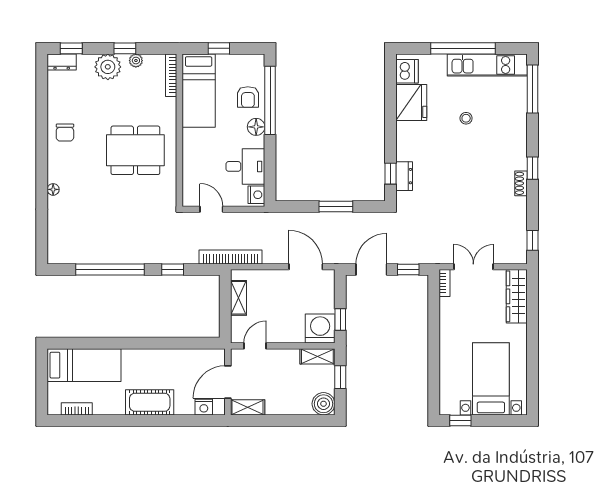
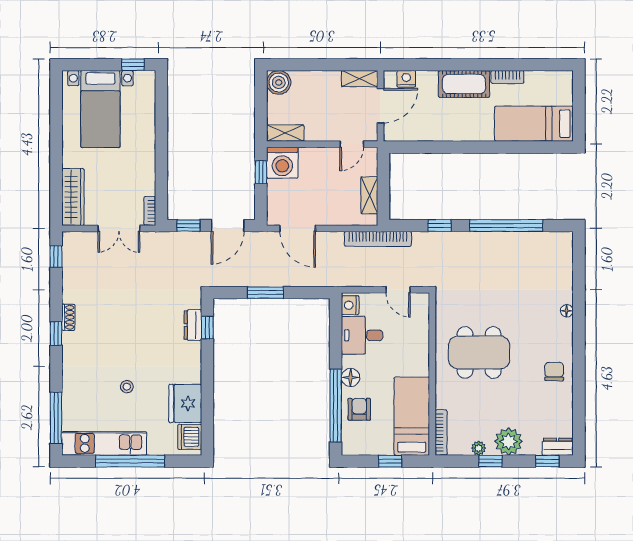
window: (340, 377) -> (261, 111), removed
bookcase: (77, 409) -> (507, 77), moved

